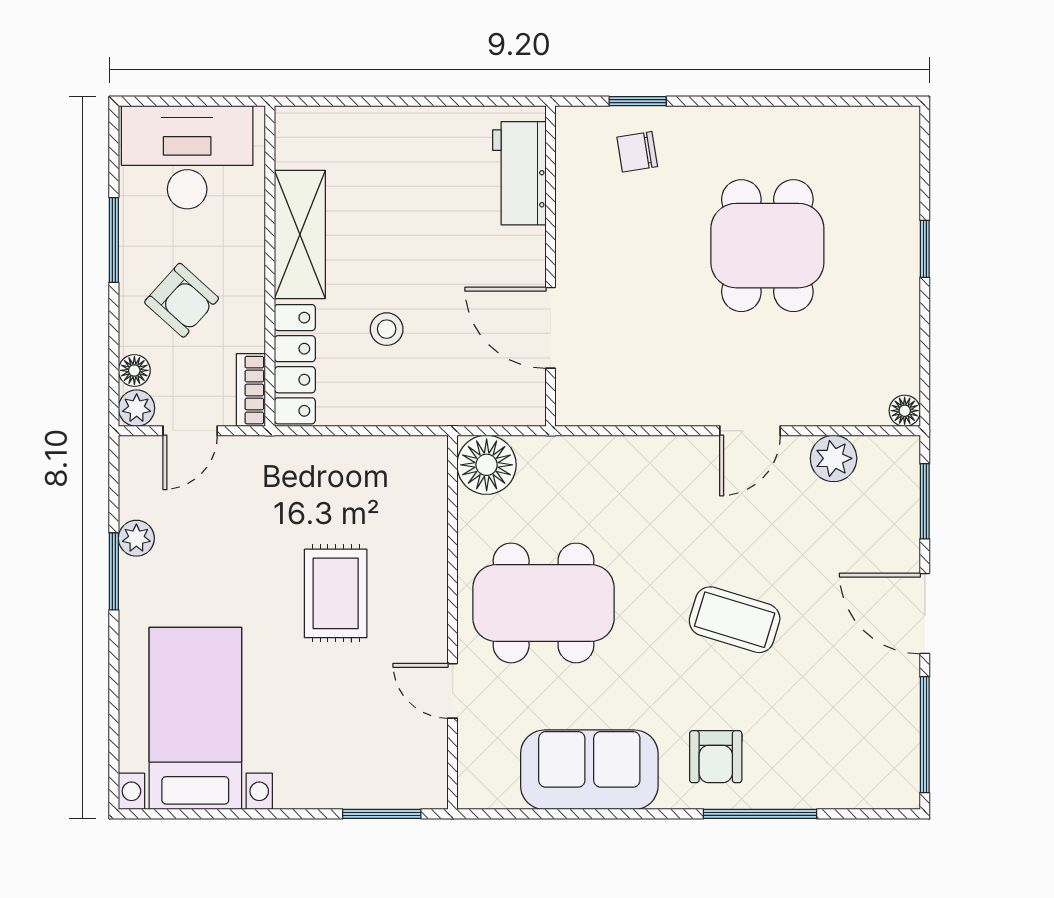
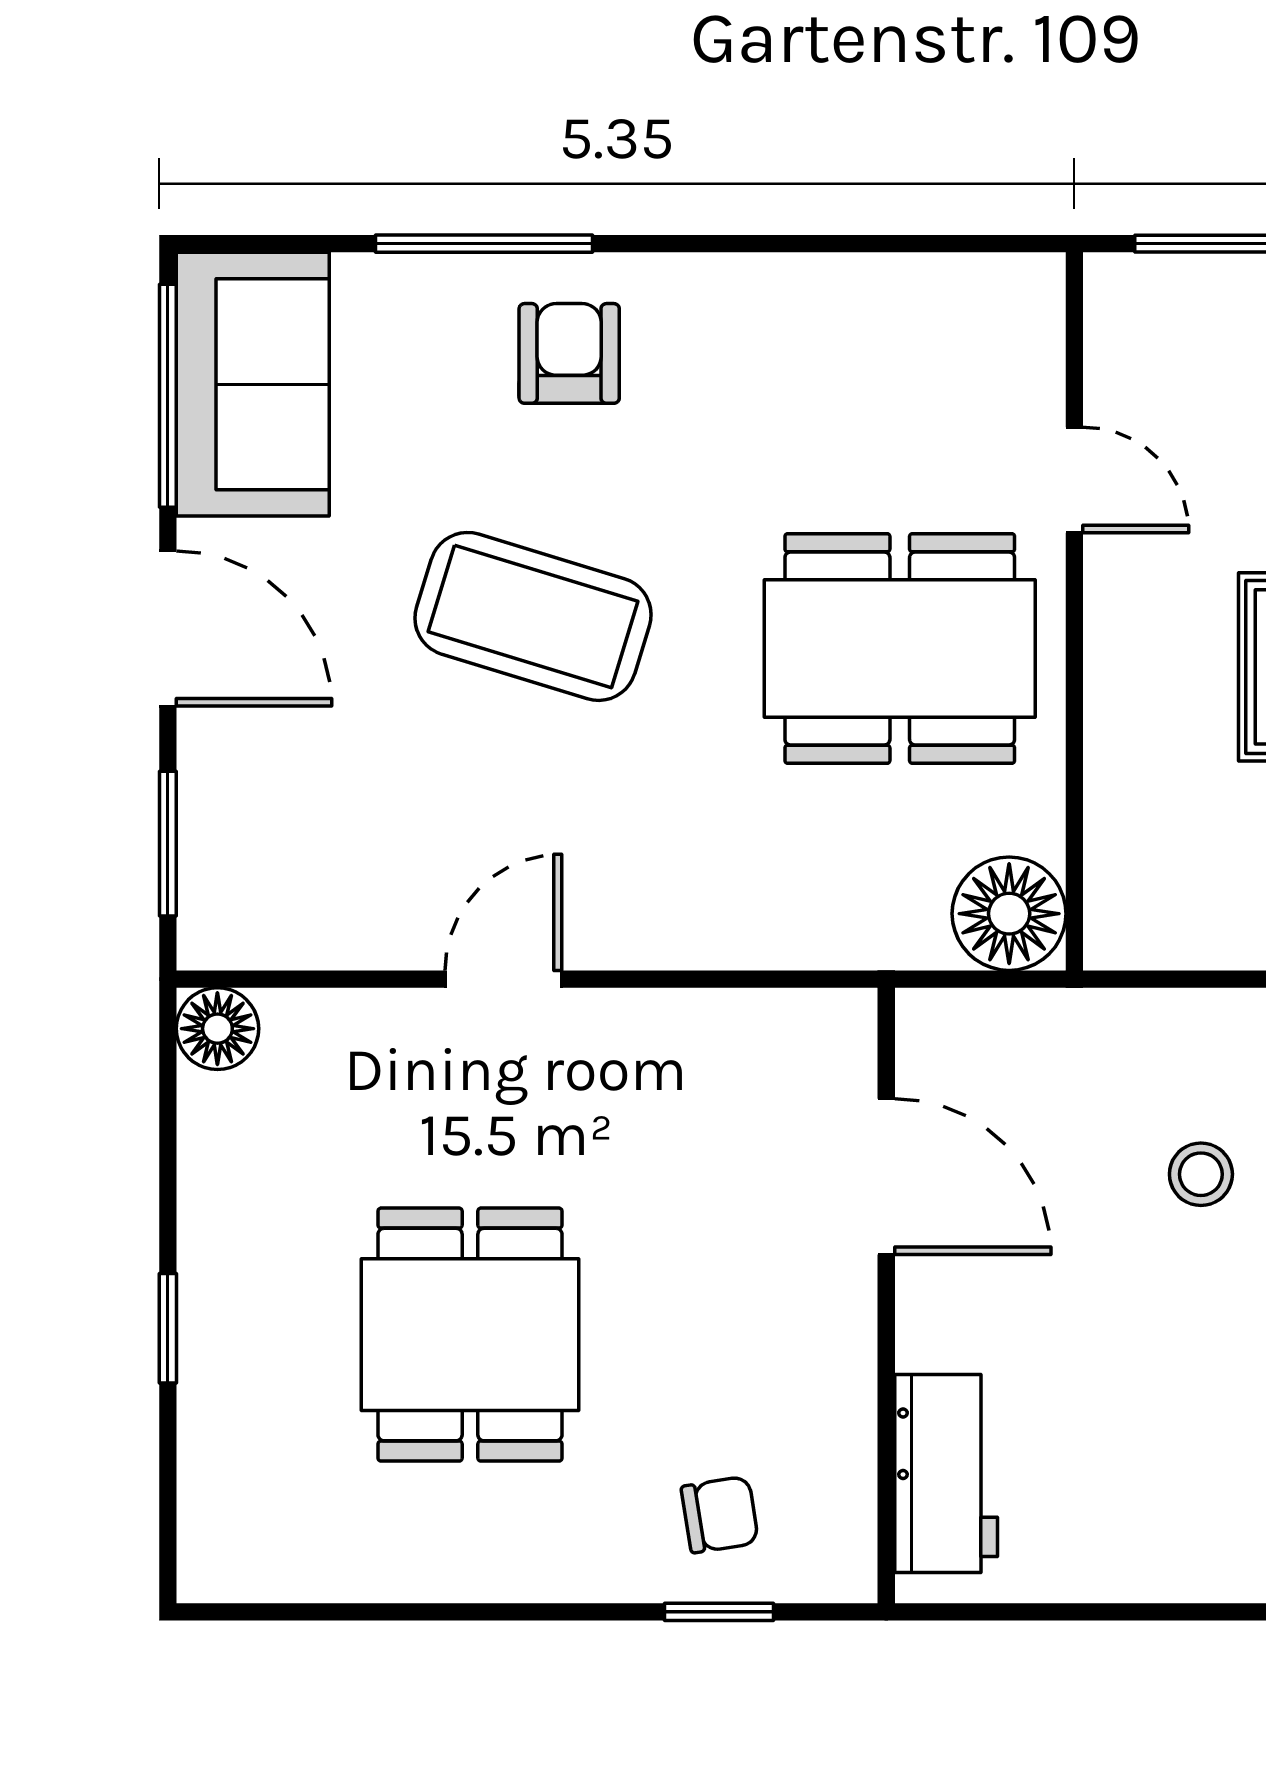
floor lamp: (905, 411) -> (217, 1029), width x1.37, depth x1.37
plant: (834, 458) -> (343, 926), removed
coffee table: (735, 620) -> (533, 616), width x1.36, depth x1.32
sofa: (589, 770) -> (253, 384), moved, turned -90

